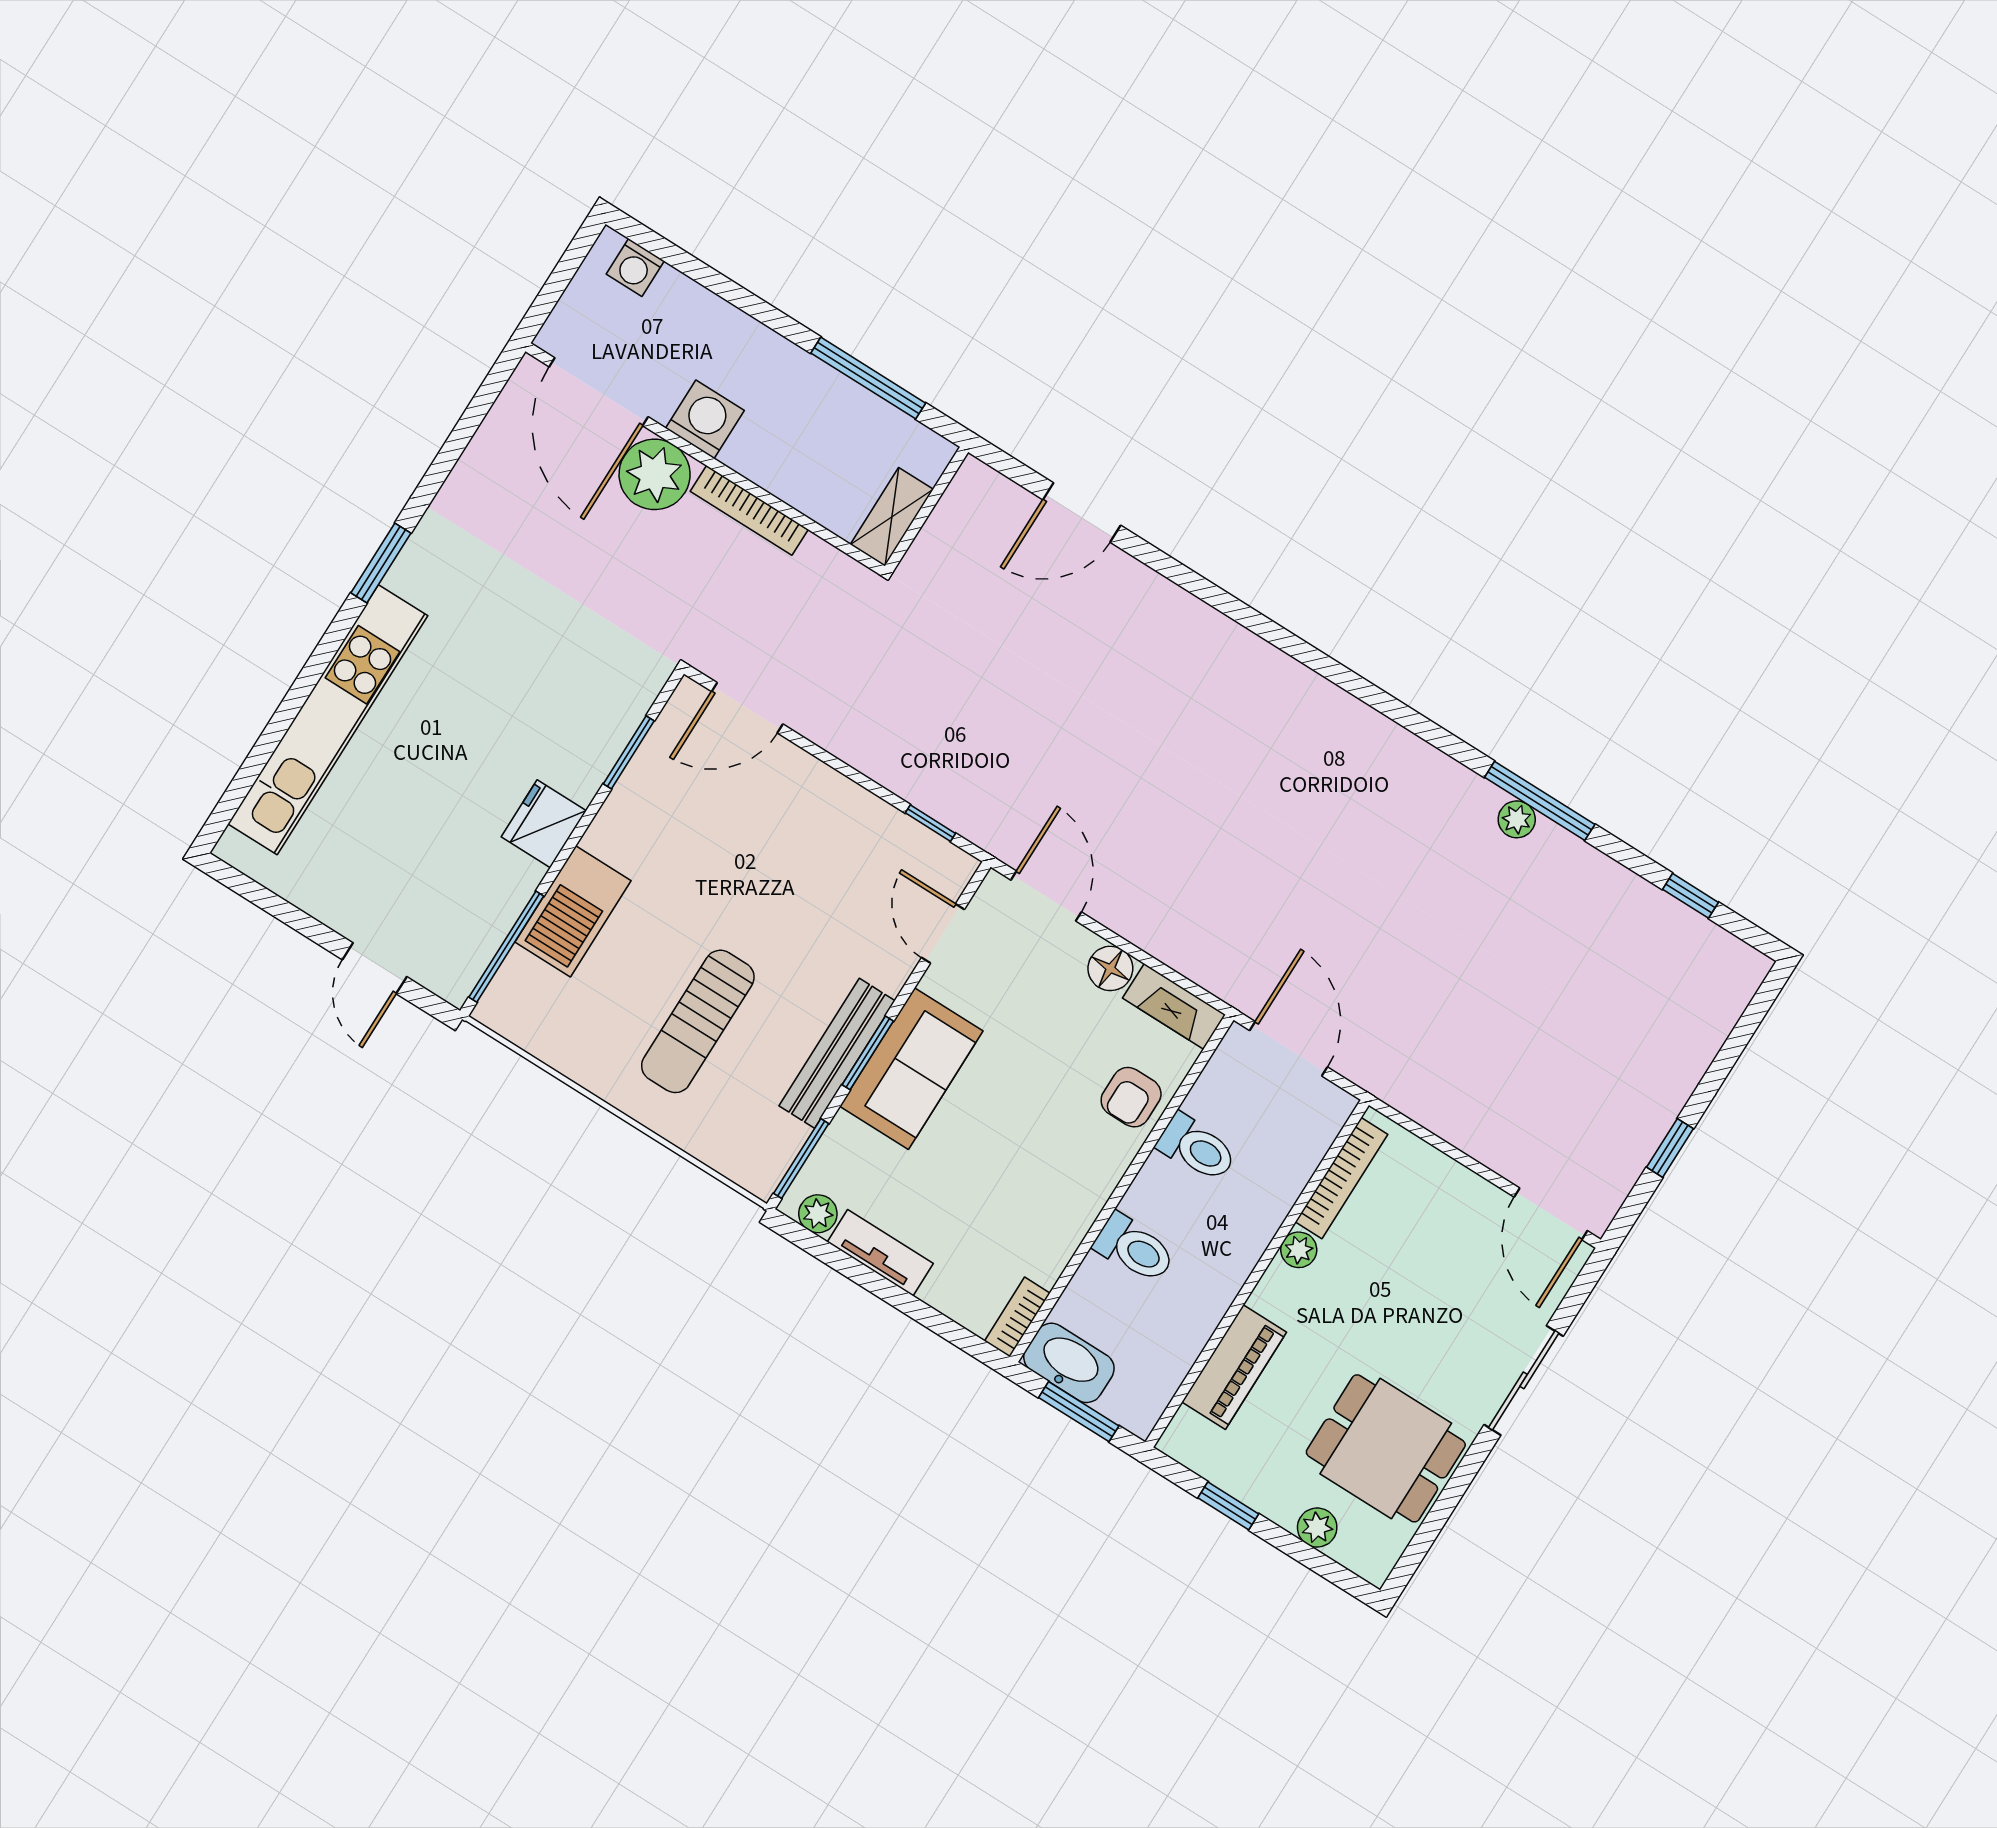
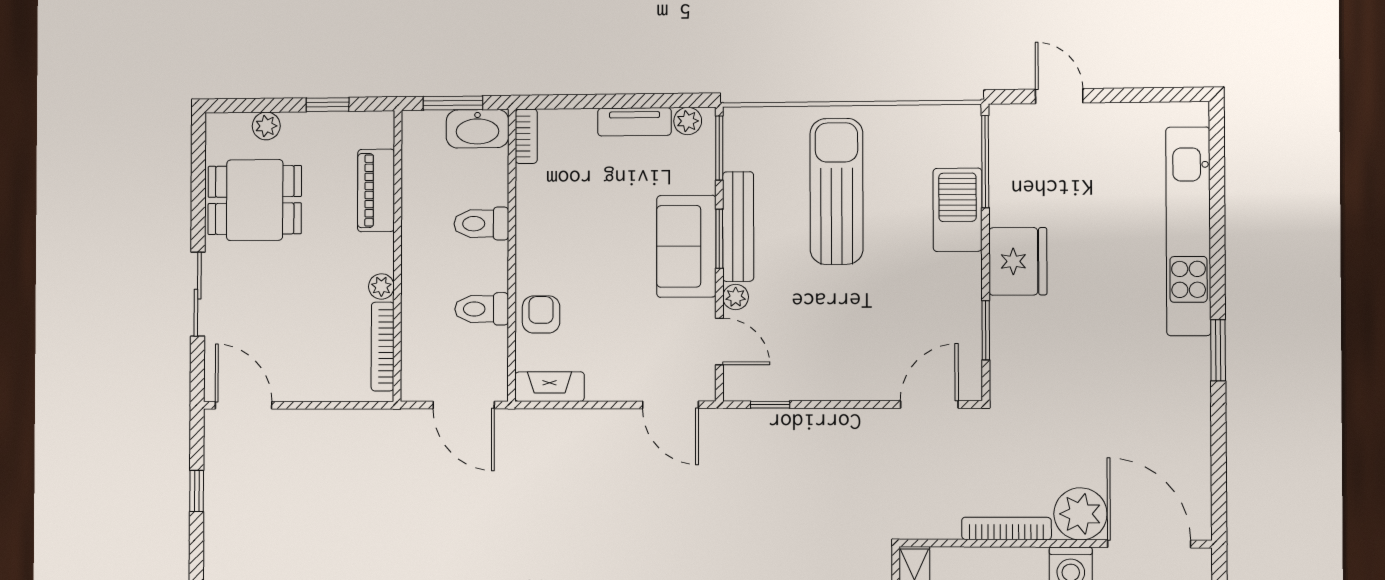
fridge: (544, 824) -> (1018, 261), width x1.36, depth x1.34
floor lamp: (1110, 968) -> (603, 385), removed
plant: (892, 973) -> (736, 297), added
sun lounger: (698, 1021) -> (836, 191), width x1.36, depth x1.34

